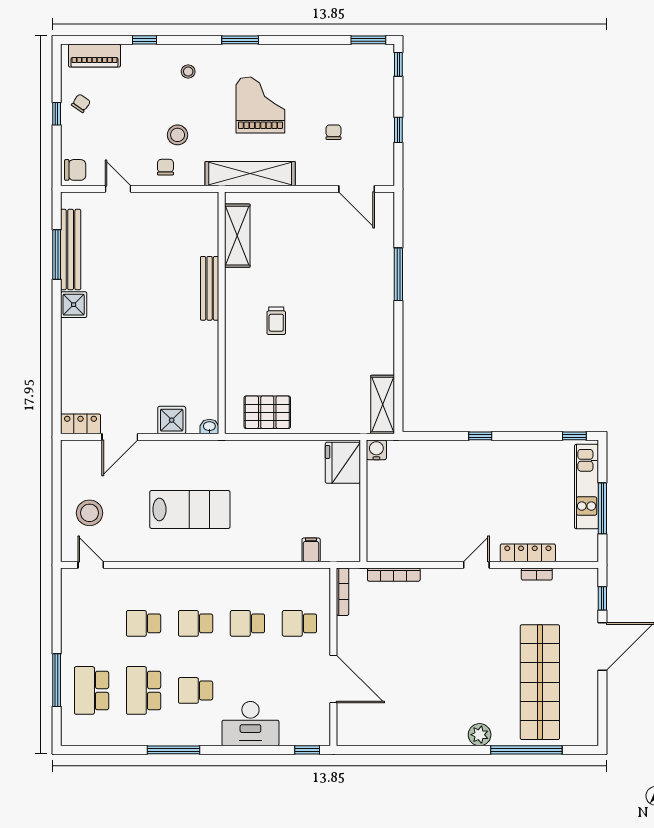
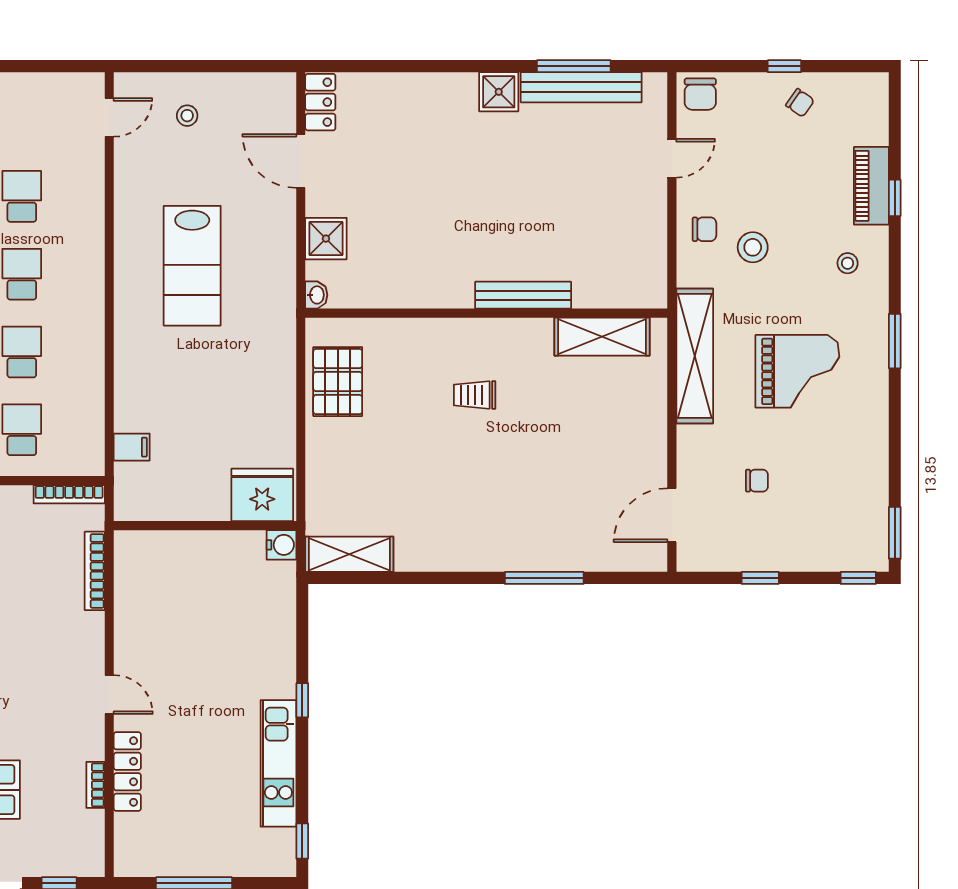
piano: (95, 56) -> (871, 186), moved
kitchen unit: (587, 487) -> (278, 763), moved, turned -90
stool: (90, 513) -> (187, 116), width x0.53, depth x0.53

